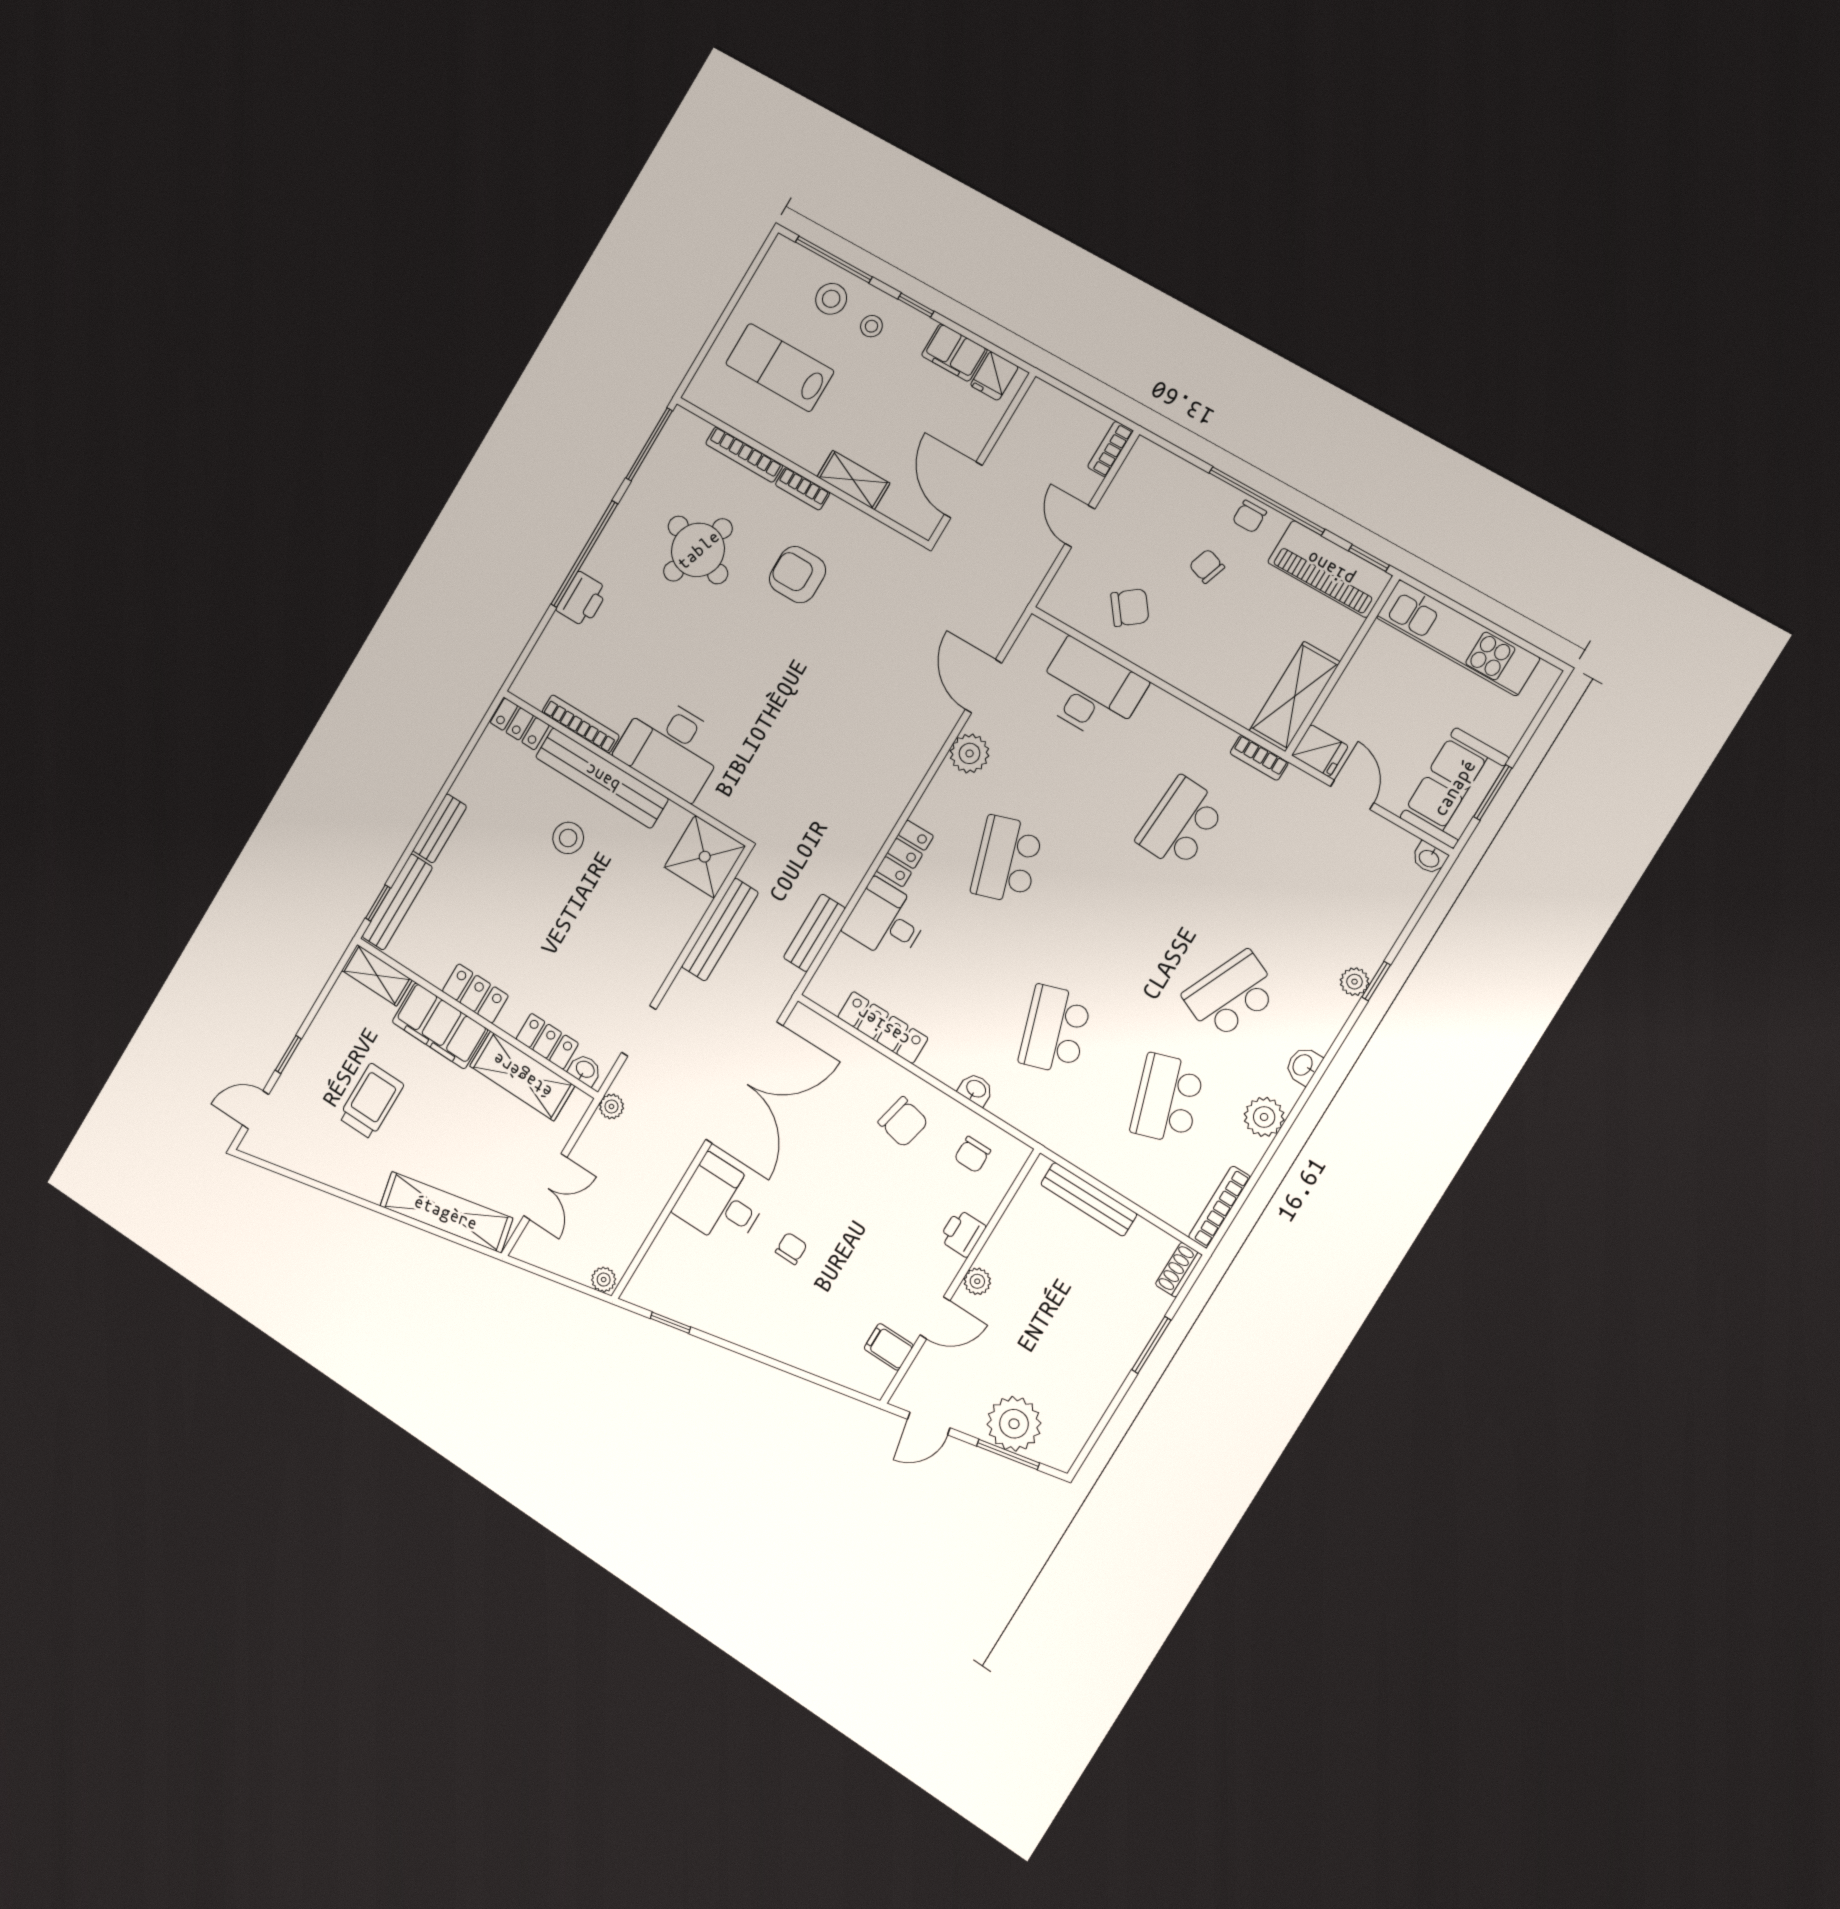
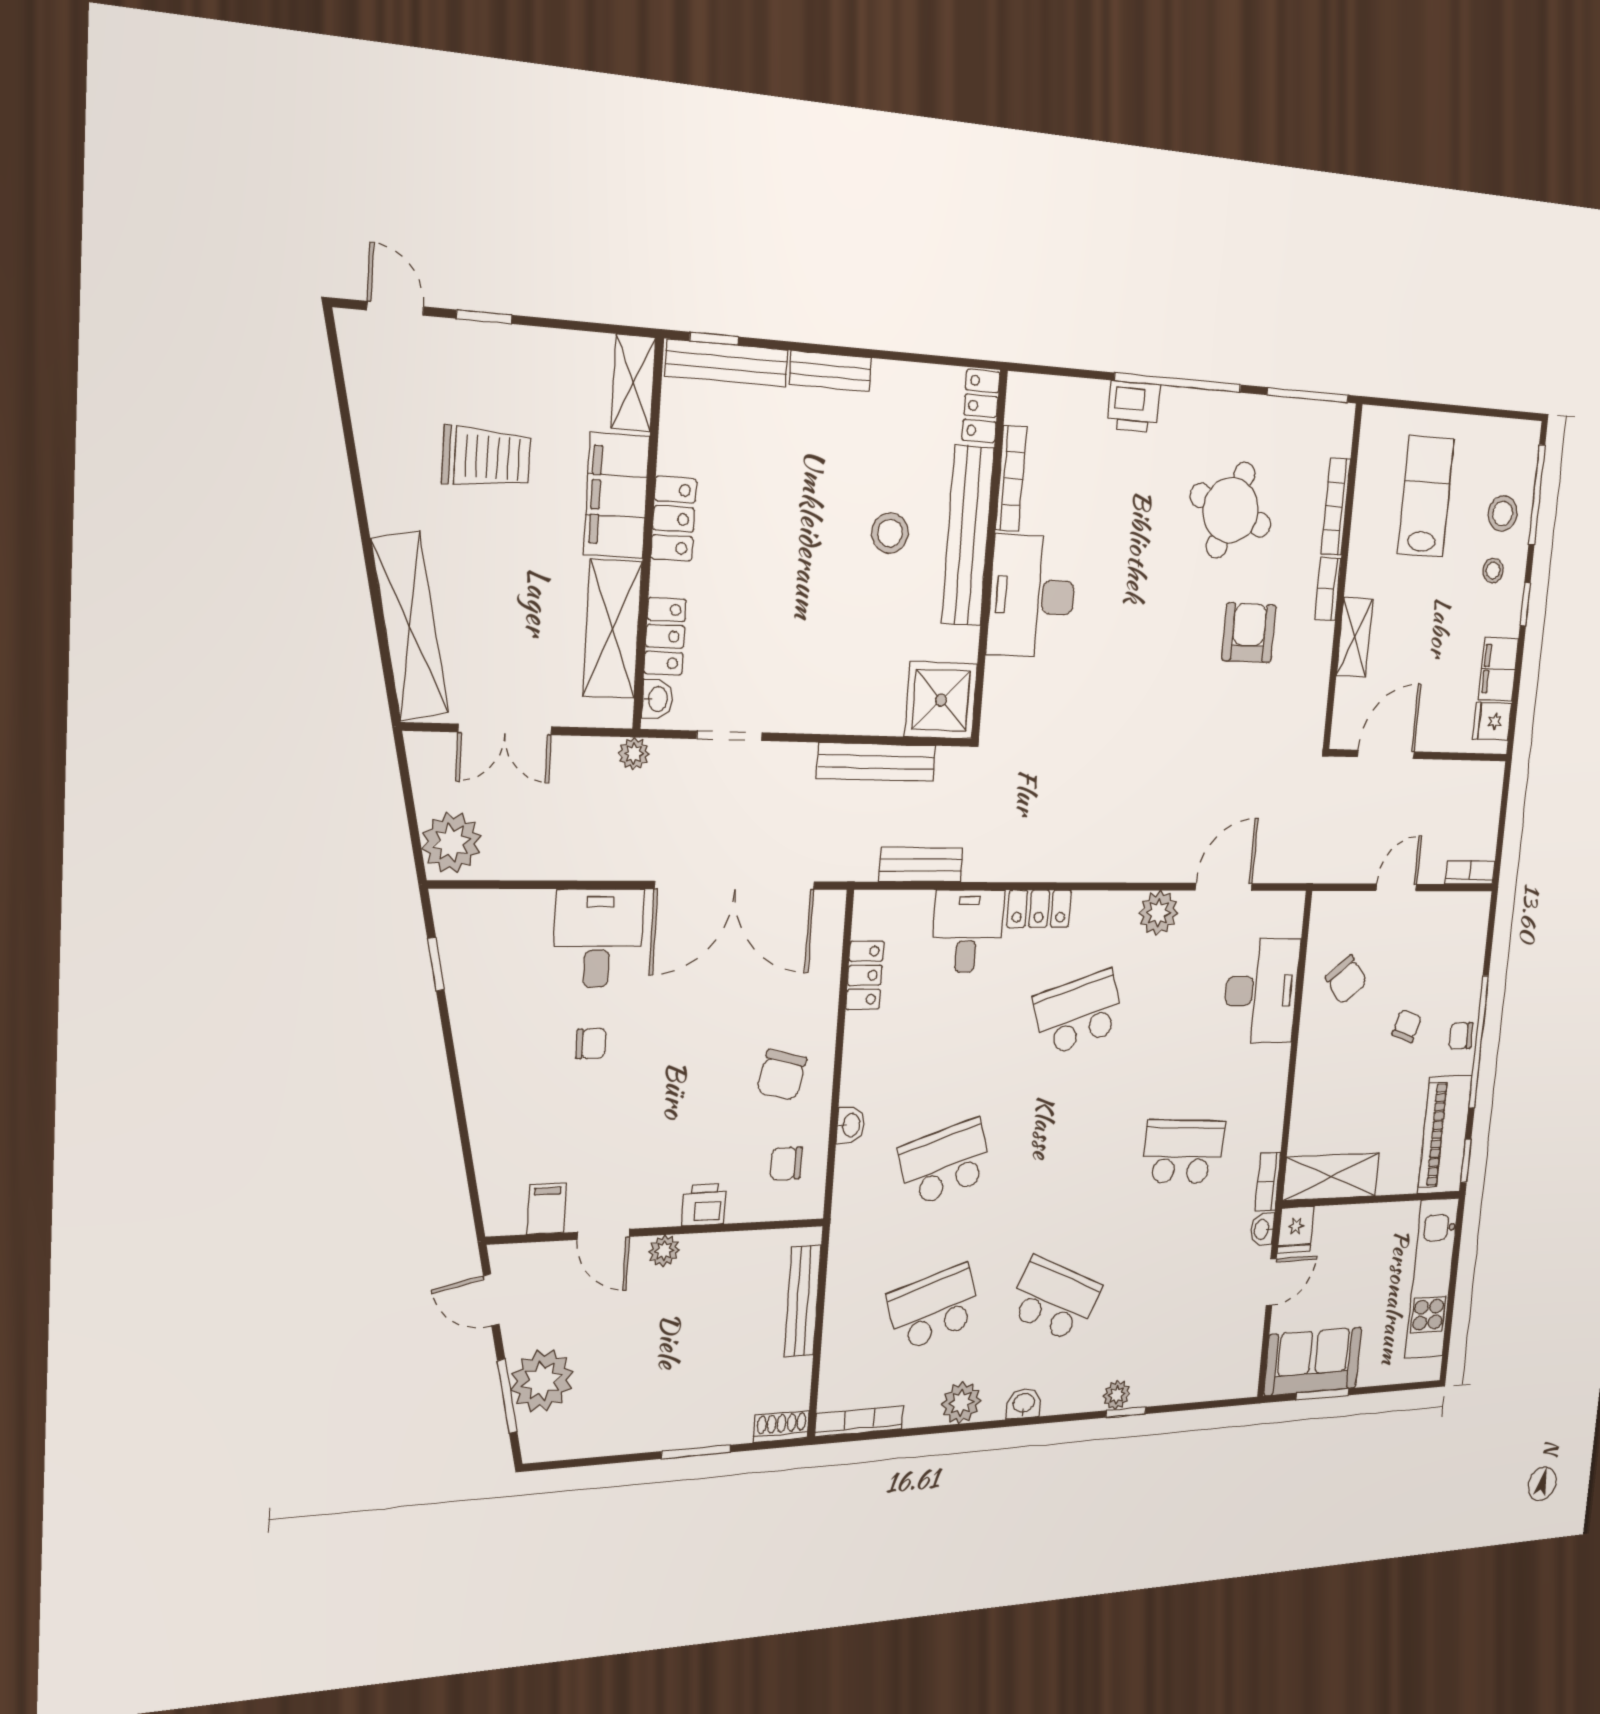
washbasin: (1429, 858) -> (1262, 1229), moved
locker: (883, 1027) -> (865, 975), width x0.66
plant: (604, 1280) -> (452, 843), width x1.88, depth x1.88

